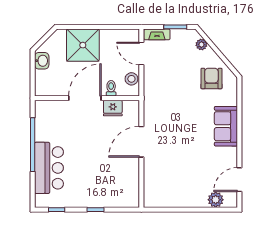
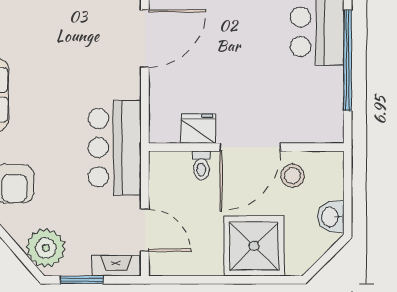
plant: (201, 44) -> (46, 248), width x1.87, depth x1.87
stool: (131, 79) -> (293, 176), moved
bar counter: (158, 98) -> (115, 148), added
door: (141, 142) -> (145, 39), moved

